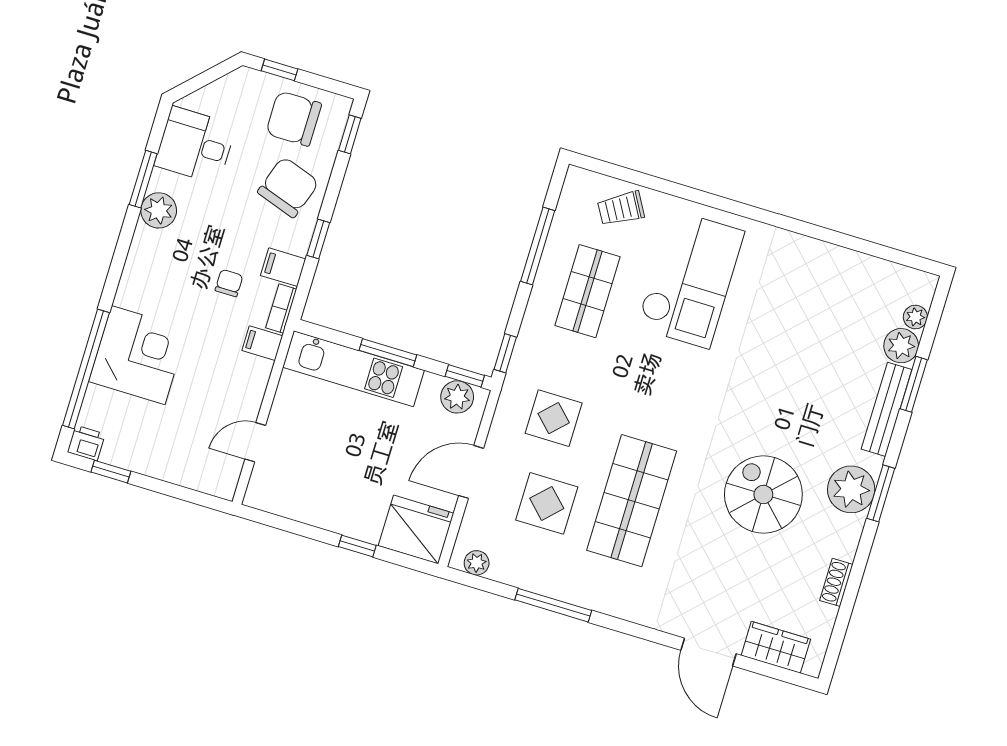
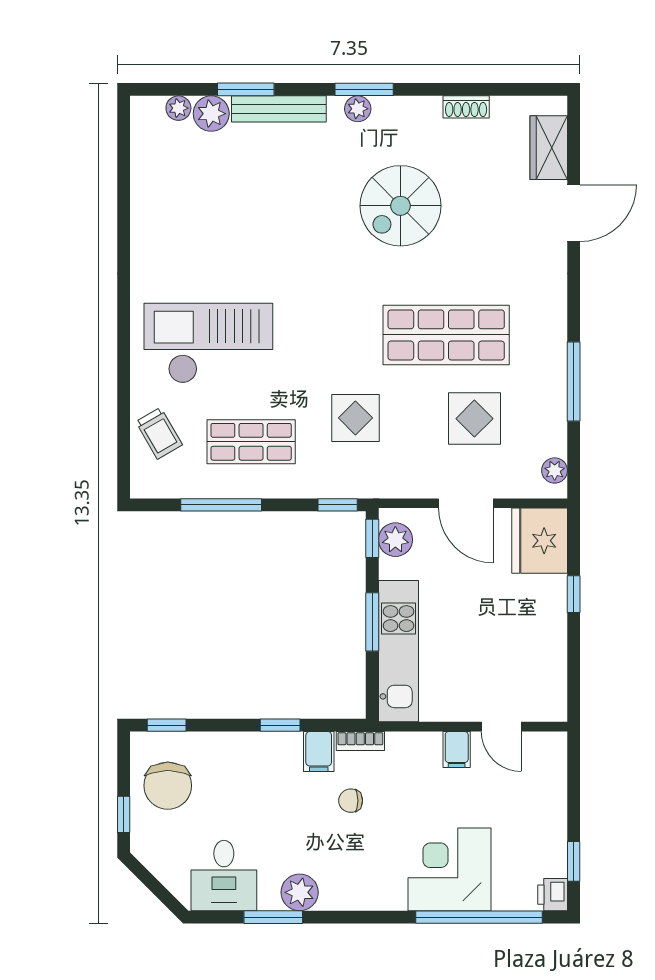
chair: (288, 187) -> (238, 770), removed
filing cabinet: (262, 343) -> (457, 750), moved
display table: (554, 418) -> (355, 418), moved
plant: (851, 489) -> (358, 109), width x0.53, depth x0.53

